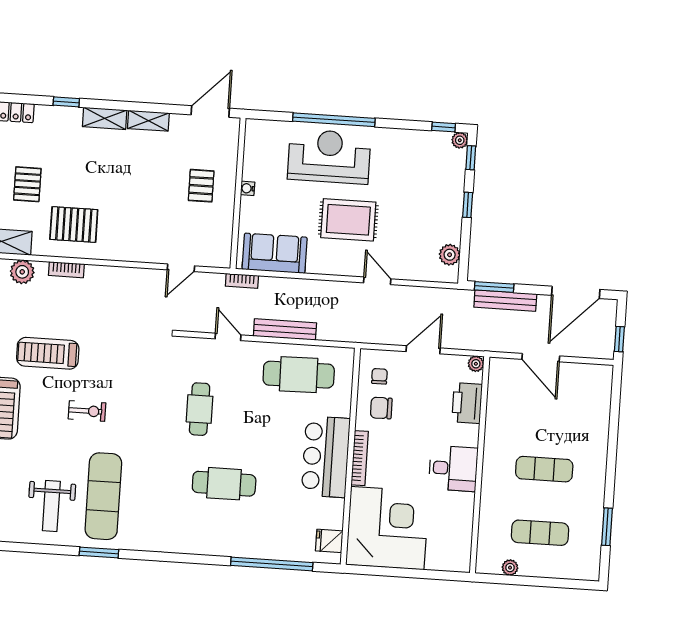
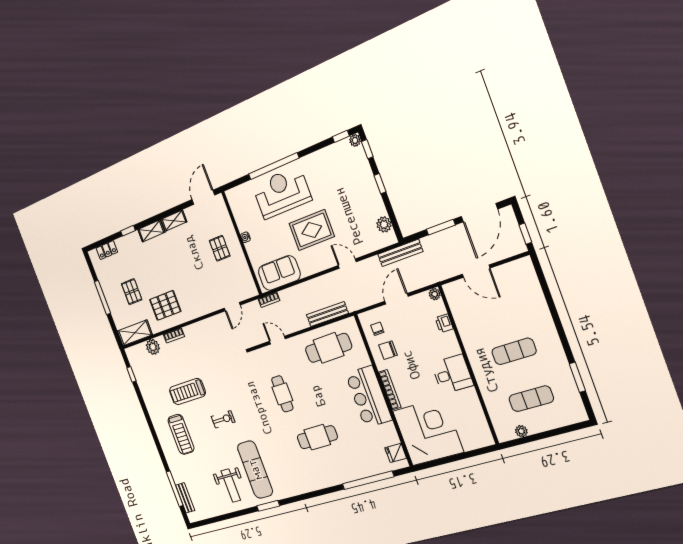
window: (494, 287) -> (441, 227), moved
bench: (505, 301) -> (400, 253), moved
bench: (285, 329) -> (327, 314), moved
printer: (467, 403) -> (444, 323), width x0.53, depth x0.68

